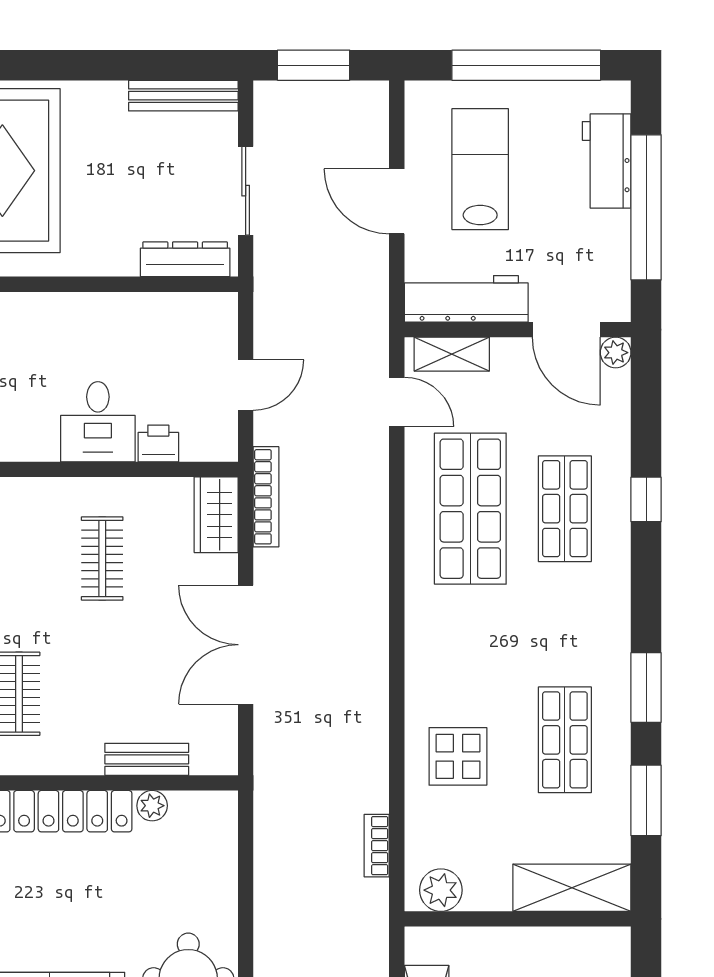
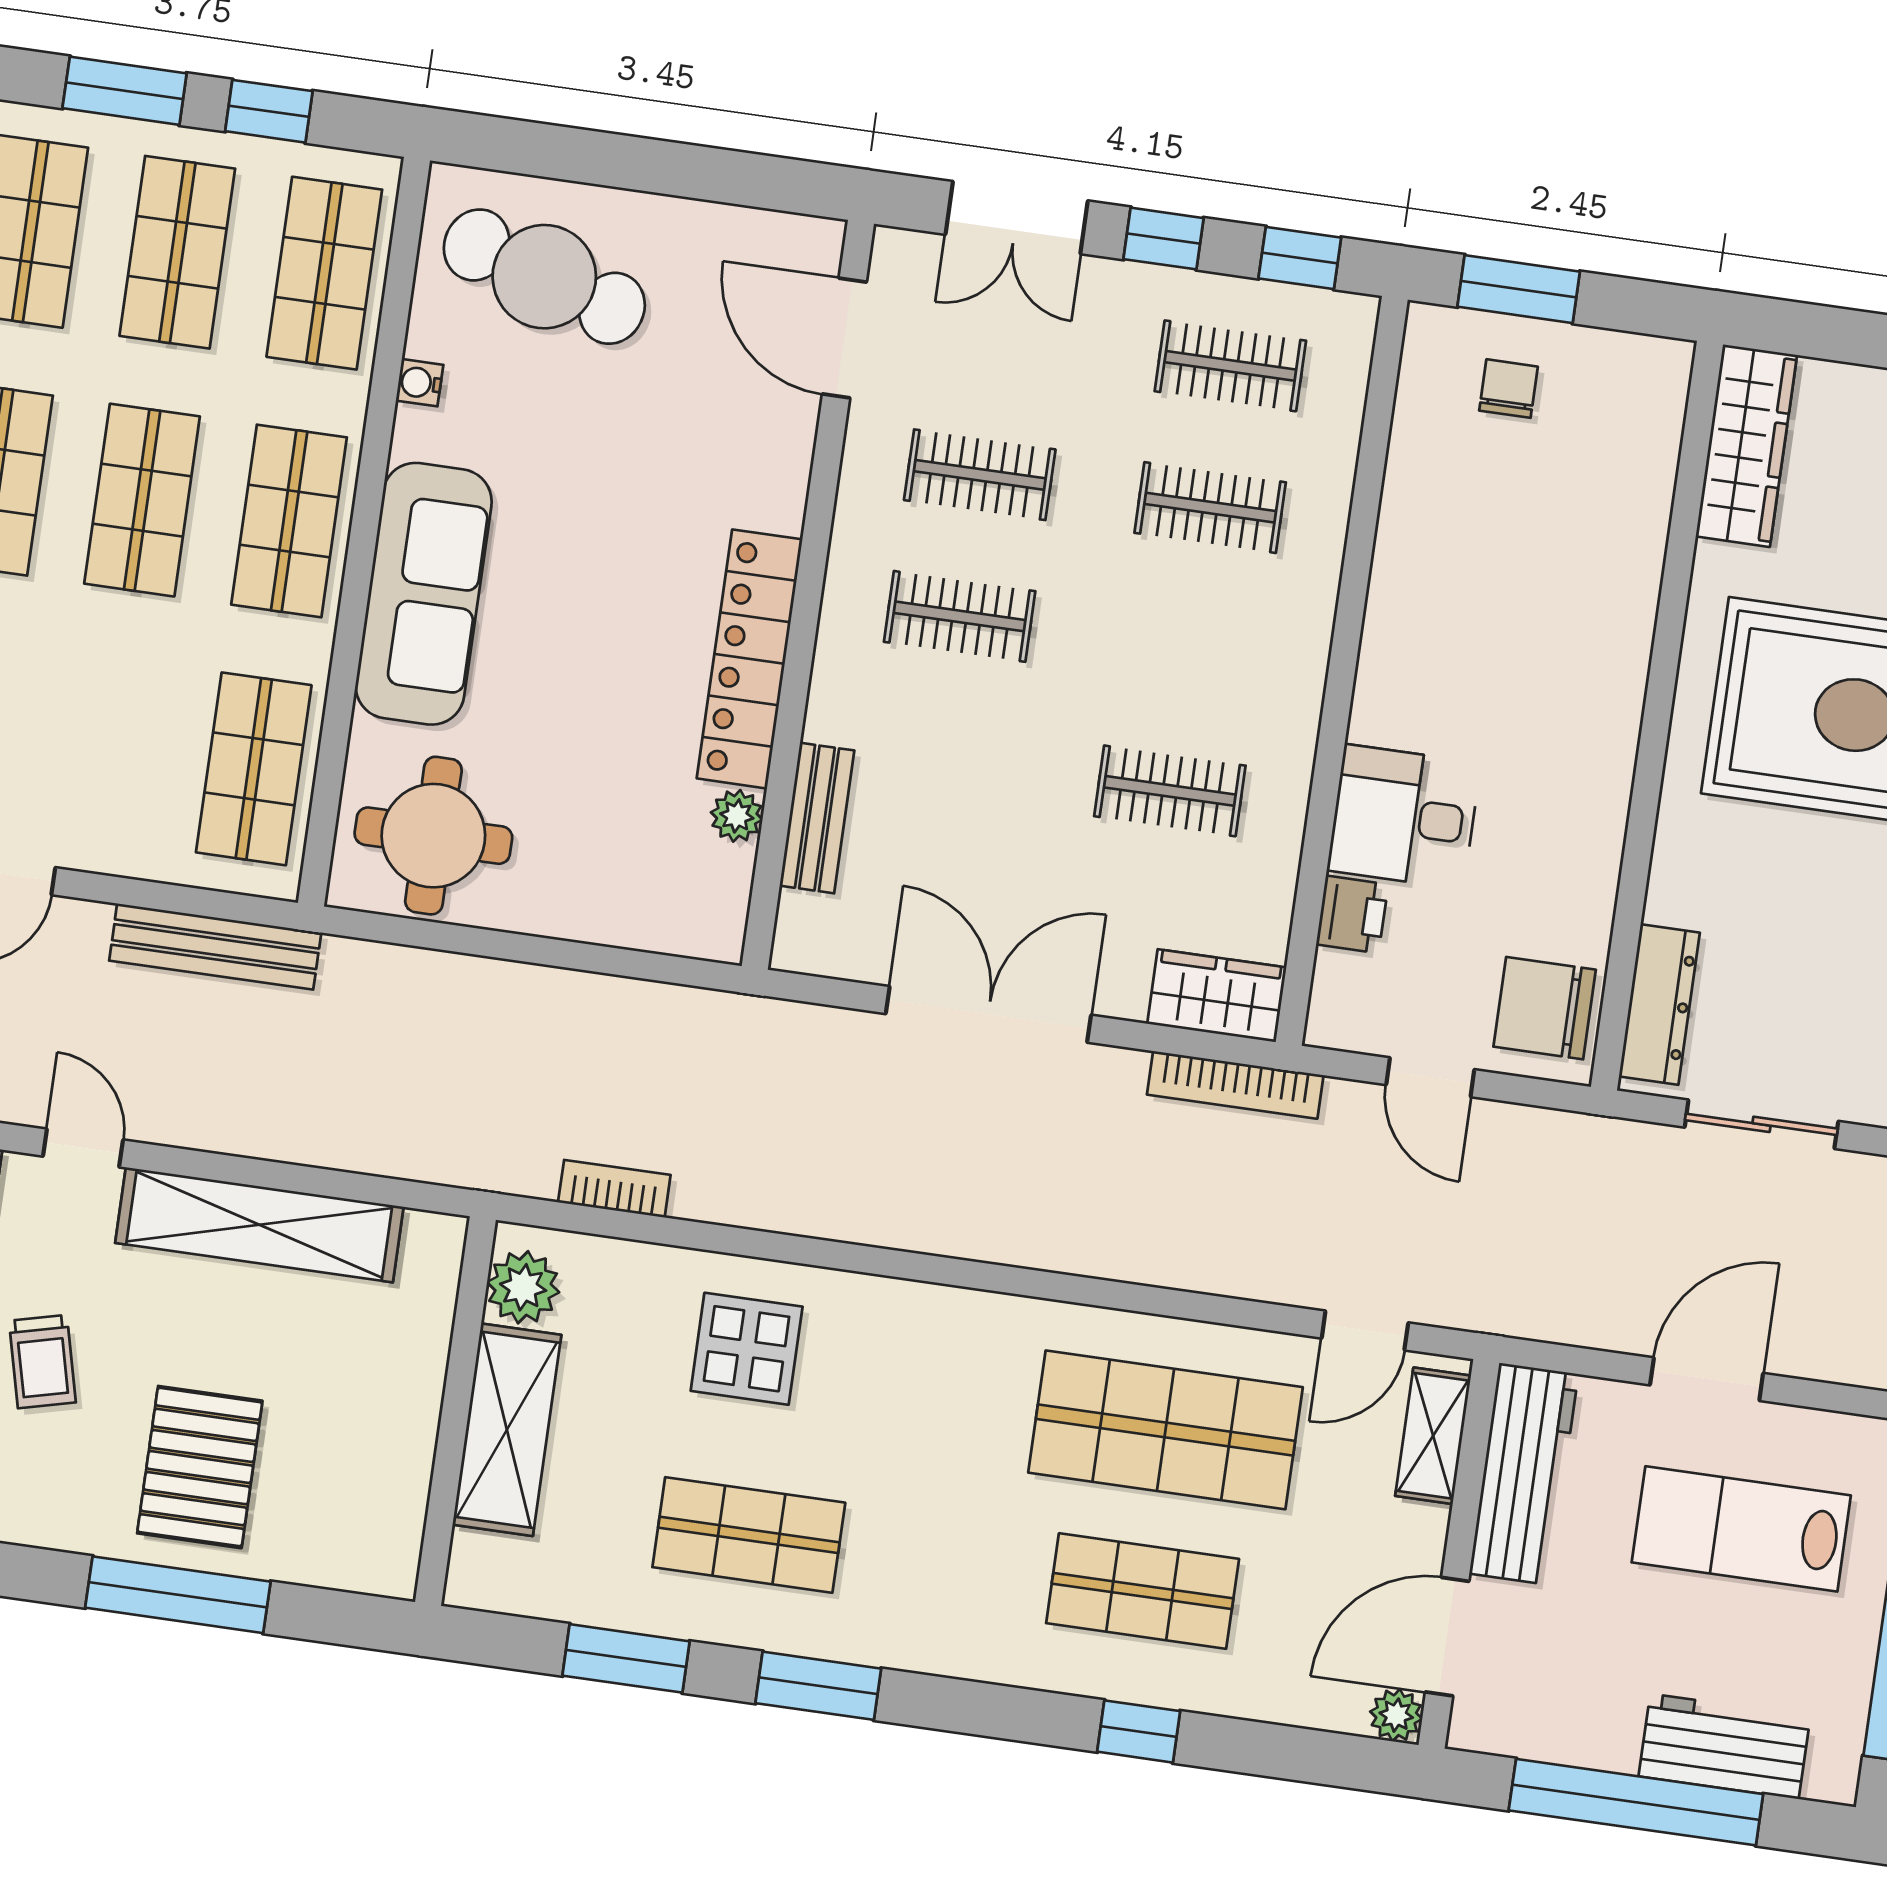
lab bench: (480, 169) -> (1741, 1529), turned 180
chair: (197, 325) -> (1545, 1008), added
shelving: (572, 888) -> (507, 1430), moved

